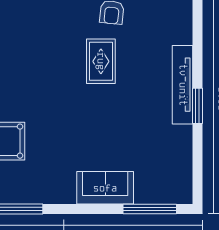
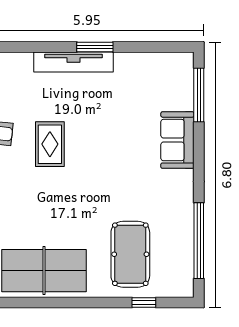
rug: (101, 61) -> (50, 144), turned 90

